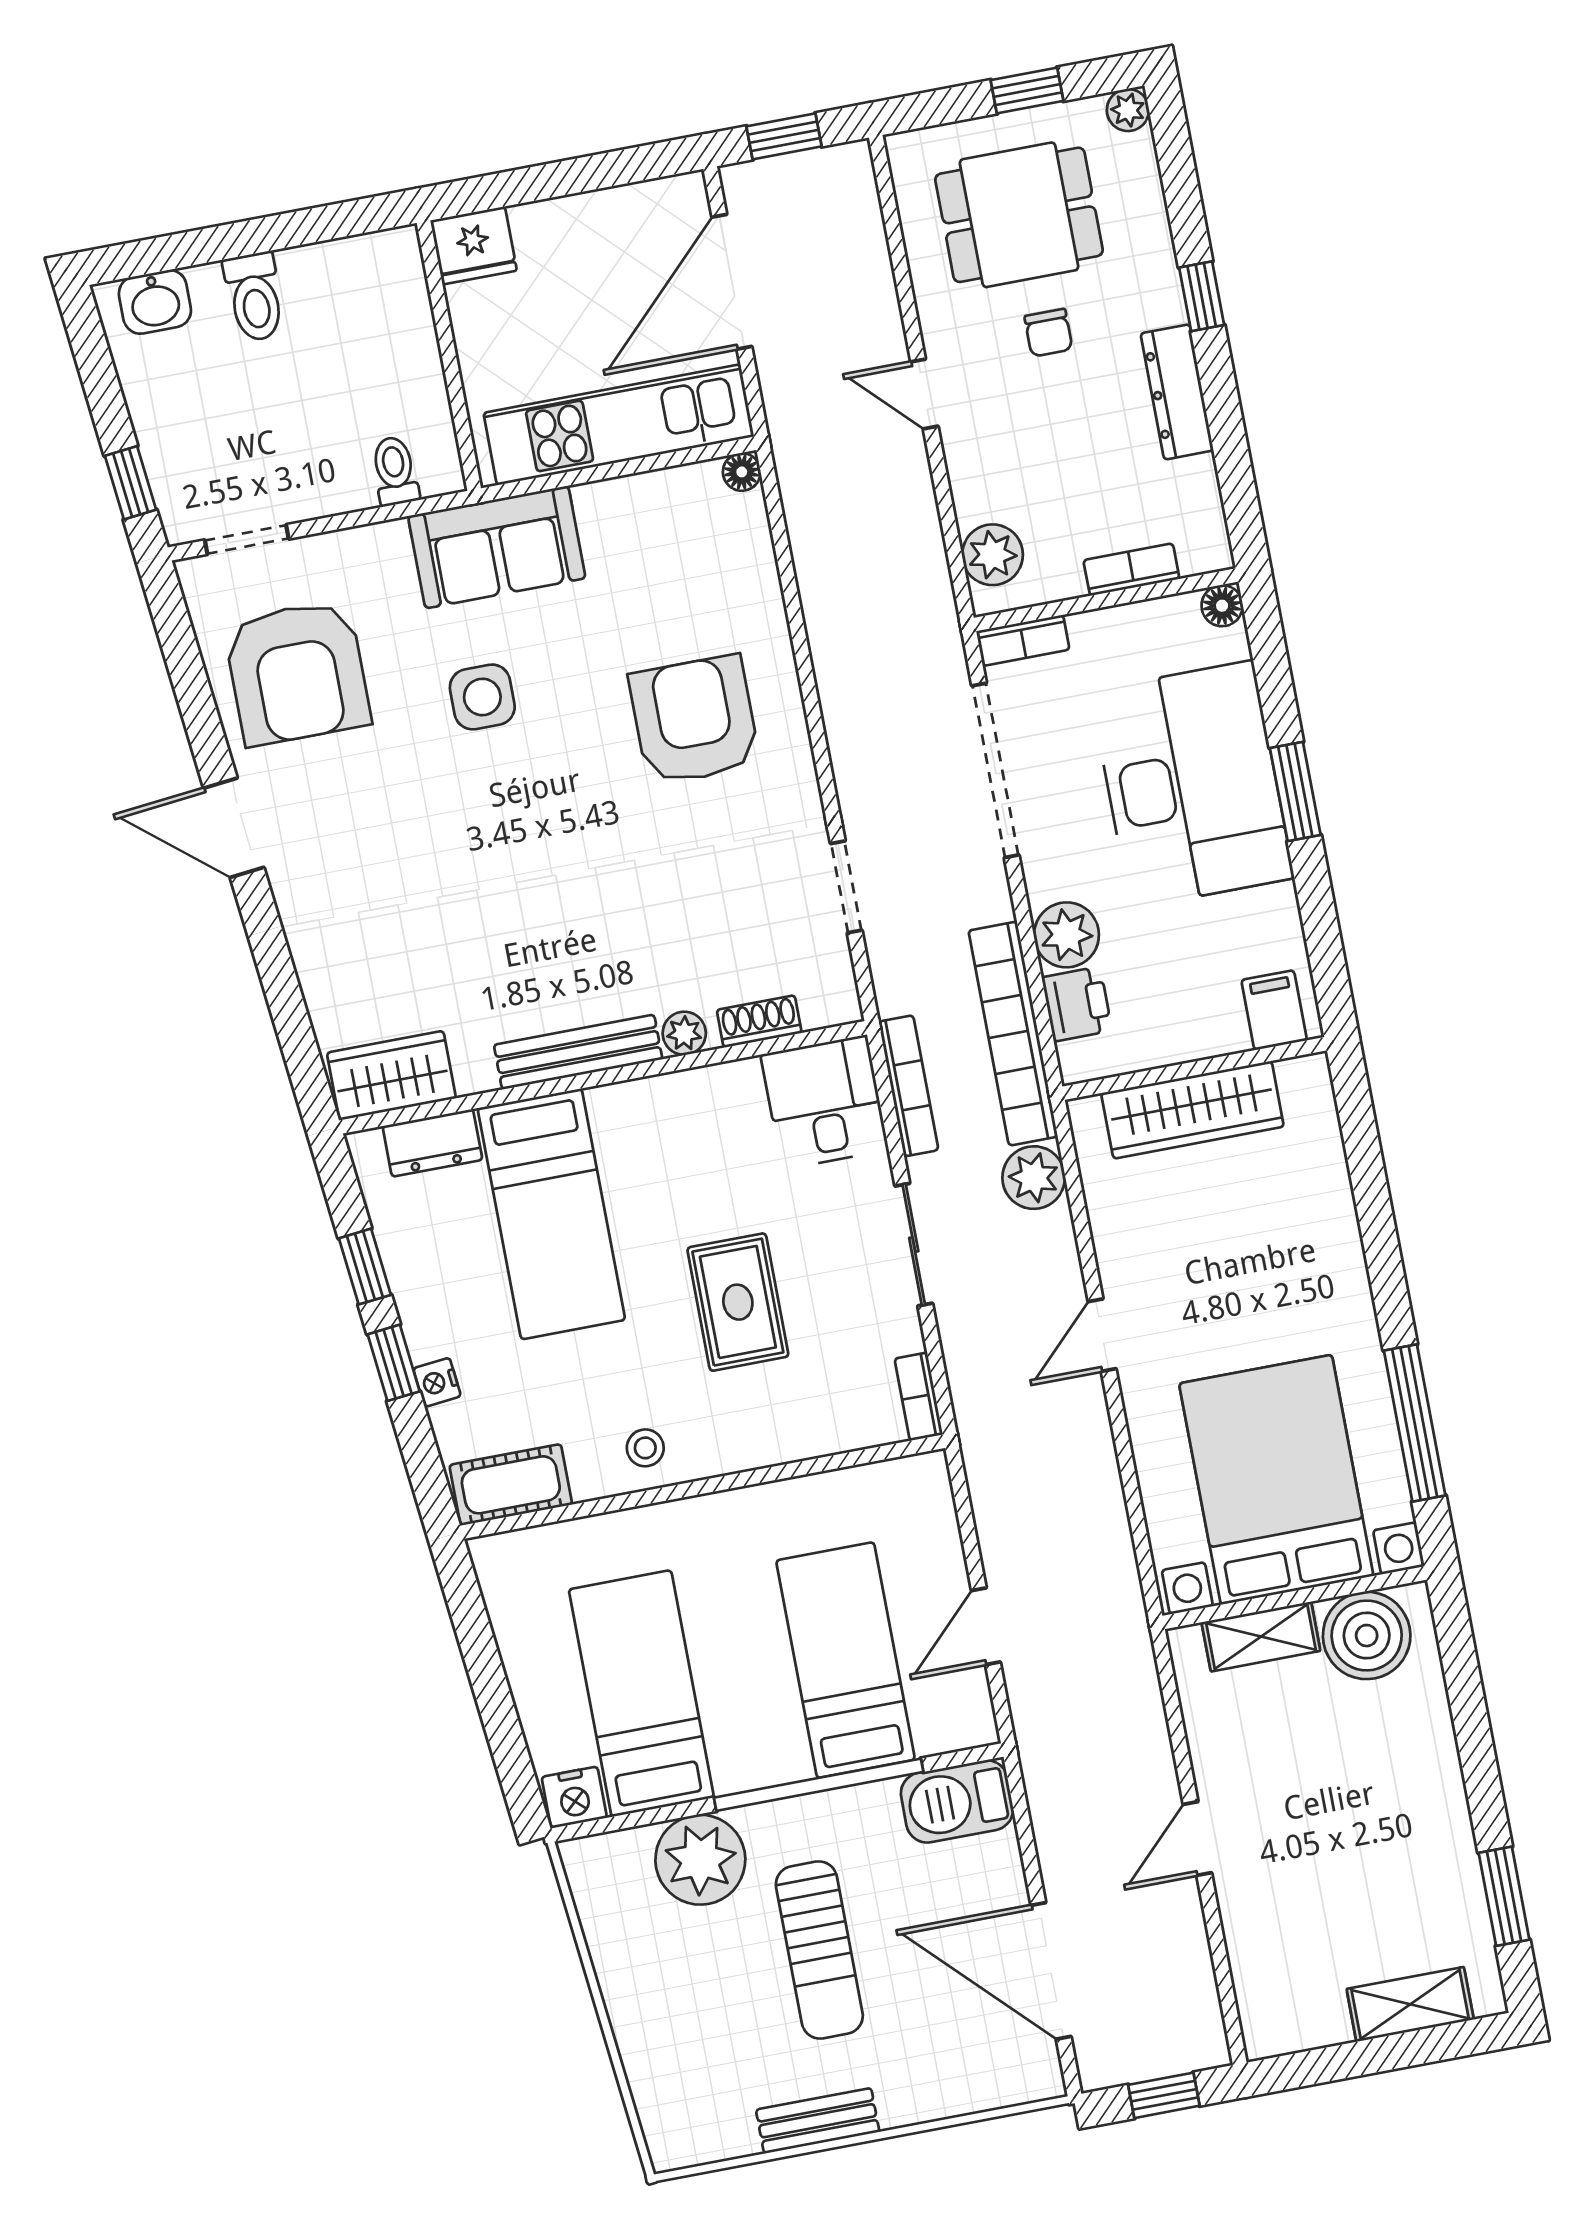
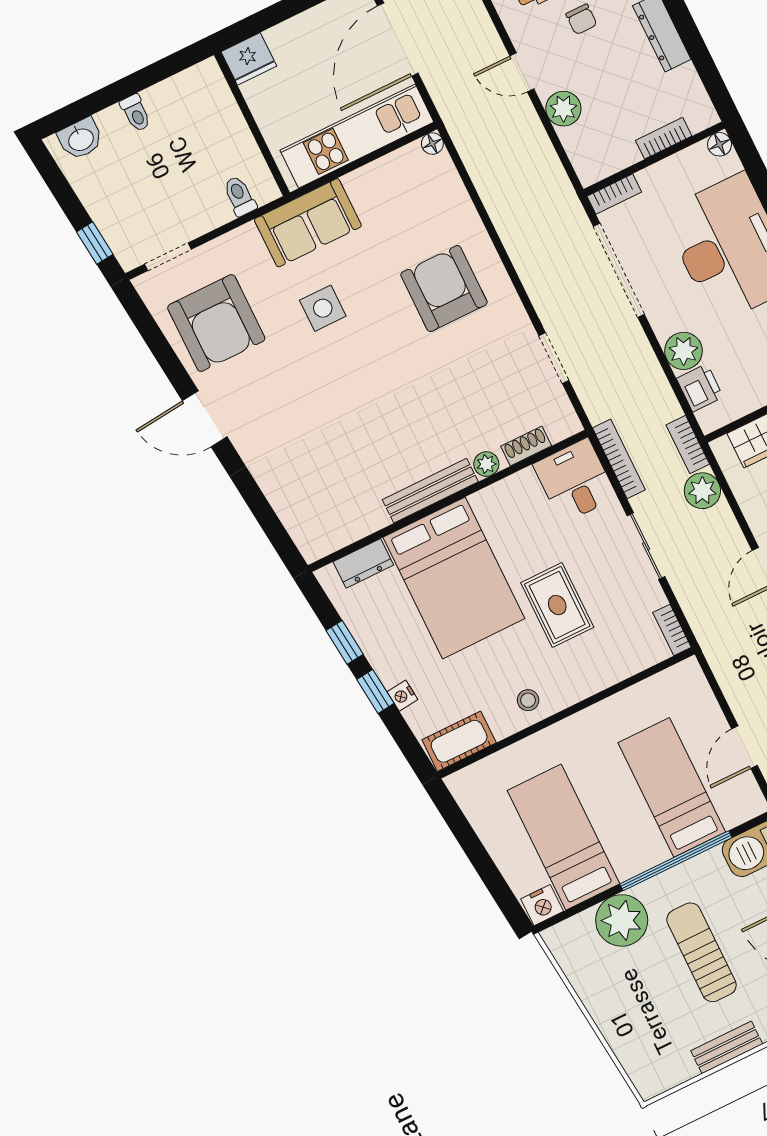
toilet: (254, 297) -> (136, 113), width x0.73, depth x0.72
plant: (992, 555) -> (563, 109), moved
bookcase: (1013, 1034) -> (688, 445), width x0.43, depth x0.76
wardrobe: (391, 1076) -> (330, 532), removed
bed: (551, 1214) -> (454, 578), width x1.50
sun lounger: (819, 1950) -> (702, 952), turned 180

